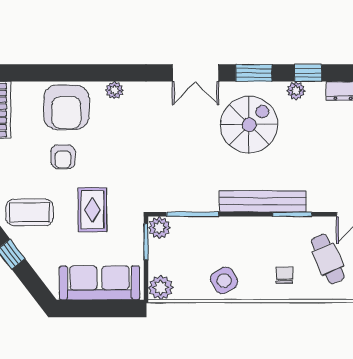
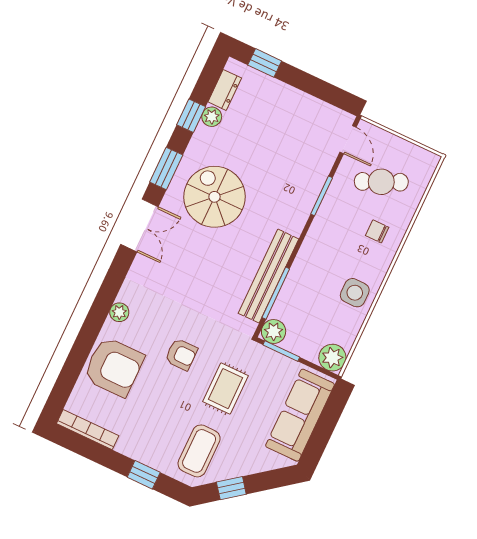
plant: (296, 91) -> (212, 117), moved
armchair: (63, 157) -> (181, 354), moved
bench: (263, 201) -> (268, 276), moved
rug: (92, 210) -> (226, 389), turned 90
side table: (224, 280) -> (355, 293), turned 30

